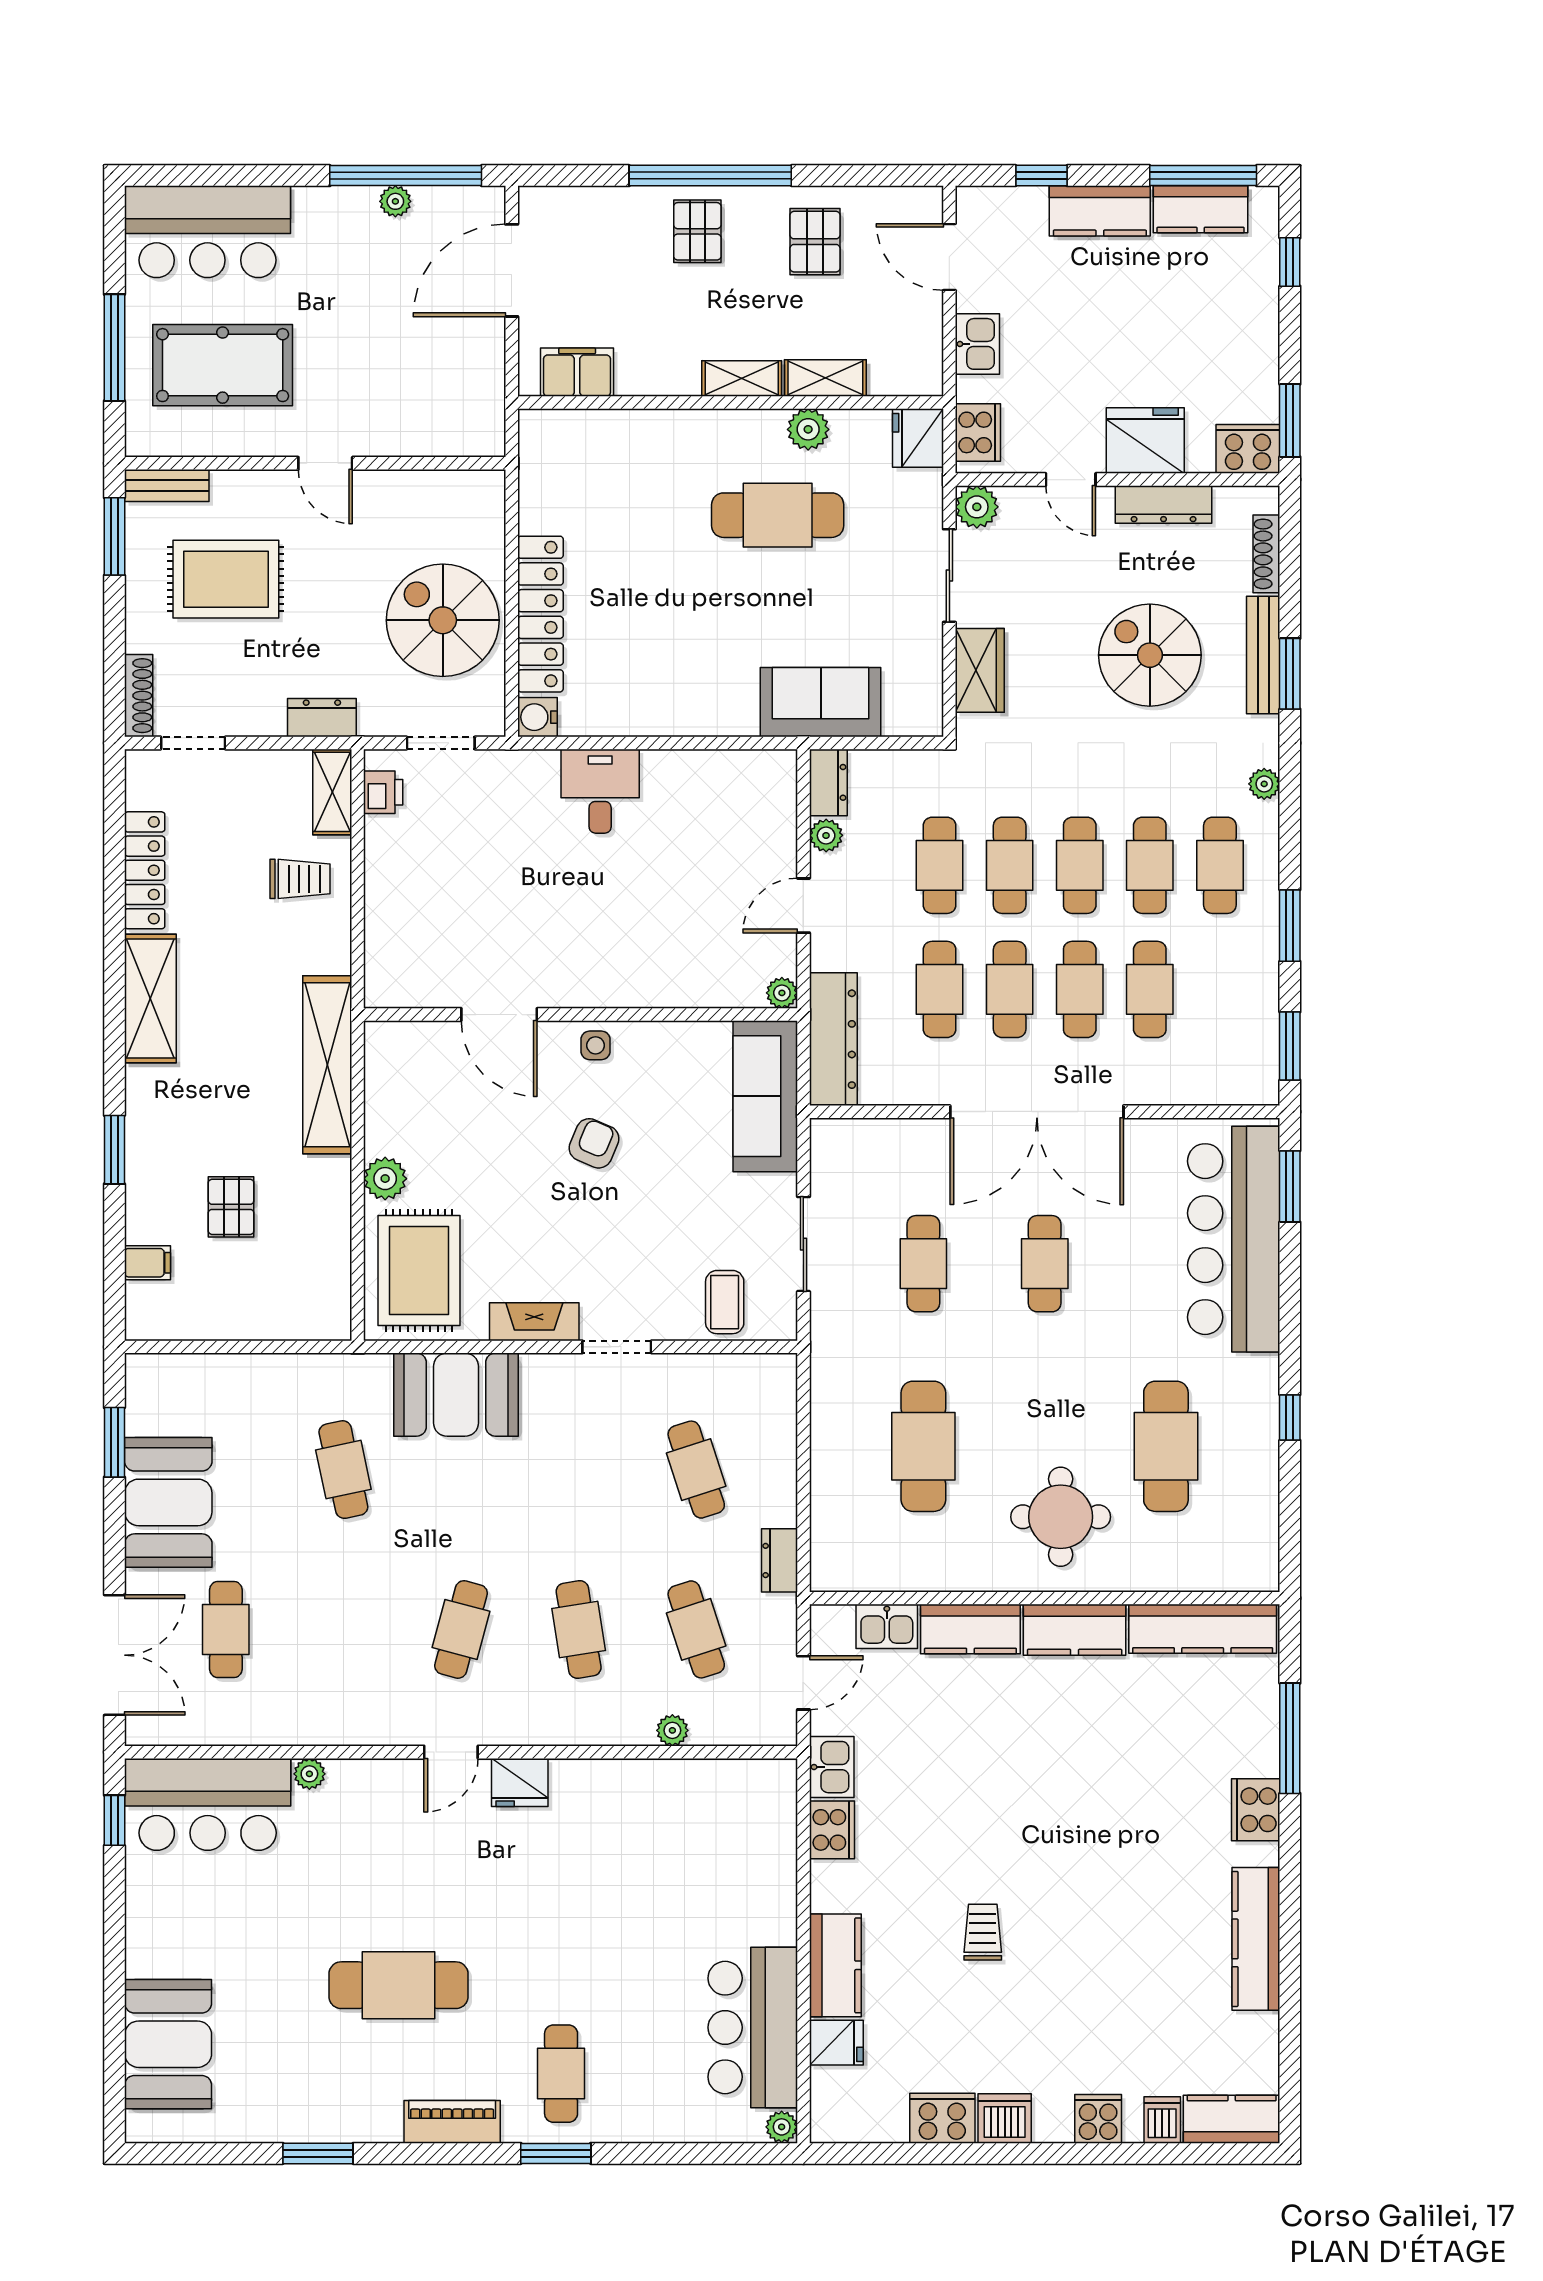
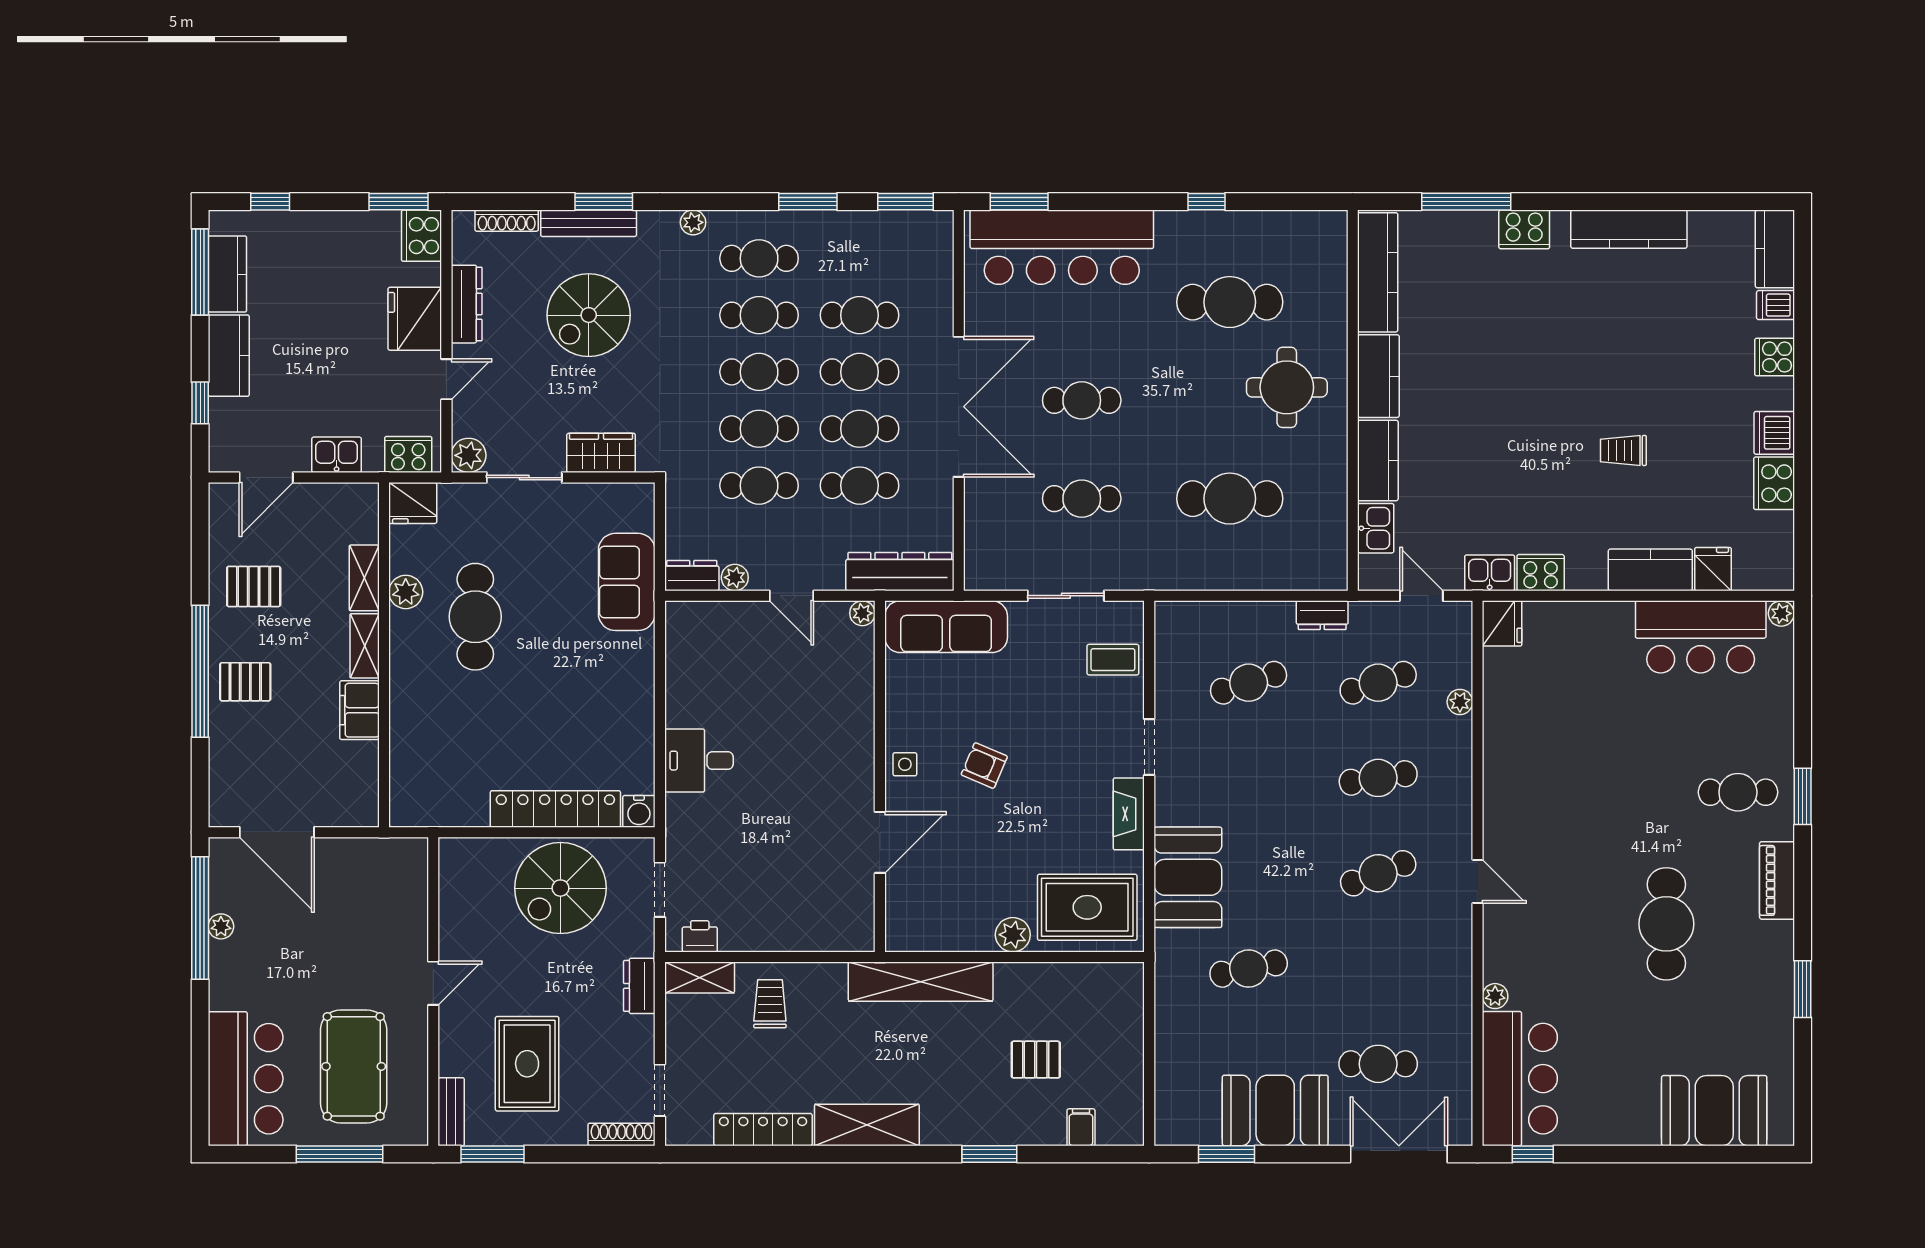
filing cabinet: (577, 372) -> (359, 710), moved
cafe table: (461, 1629) -> (1378, 873), turned -36
fridge: (520, 1782) -> (1502, 623), moved

